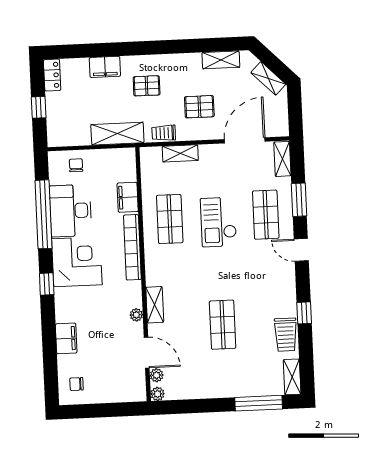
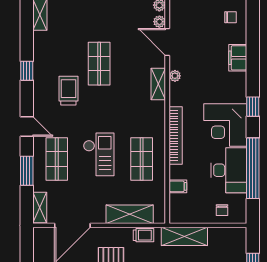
shelving: (180, 153) -> (130, 214), width x1.50, depth x1.33
filing cabinet: (128, 197) -> (178, 186), width x0.50
trolley: (286, 335) -> (68, 91), moved

